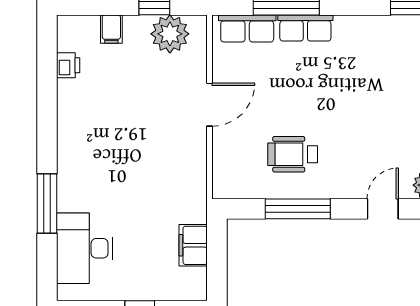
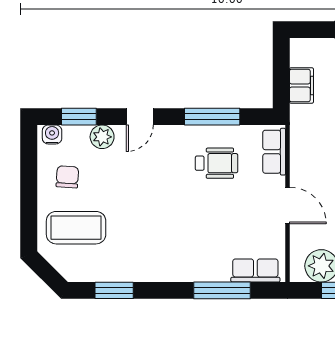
row of seats: (305, 28) -> (274, 152), moved, turned -90
door: (210, 105) -> (287, 205), swing flipped

